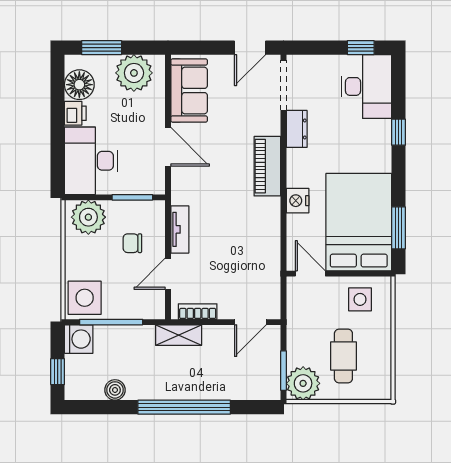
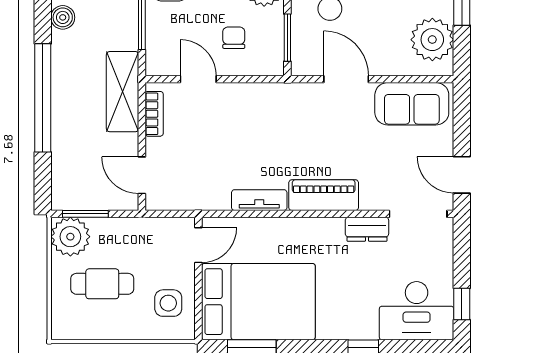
door: (168, 147) -> (346, 79), swing flipped
nightstand: (298, 201) -> (283, 230), removed
tv unit: (180, 229) -> (259, 200), moved, turned 180
shelving: (179, 335) -> (123, 92), width x1.50, depth x1.33

